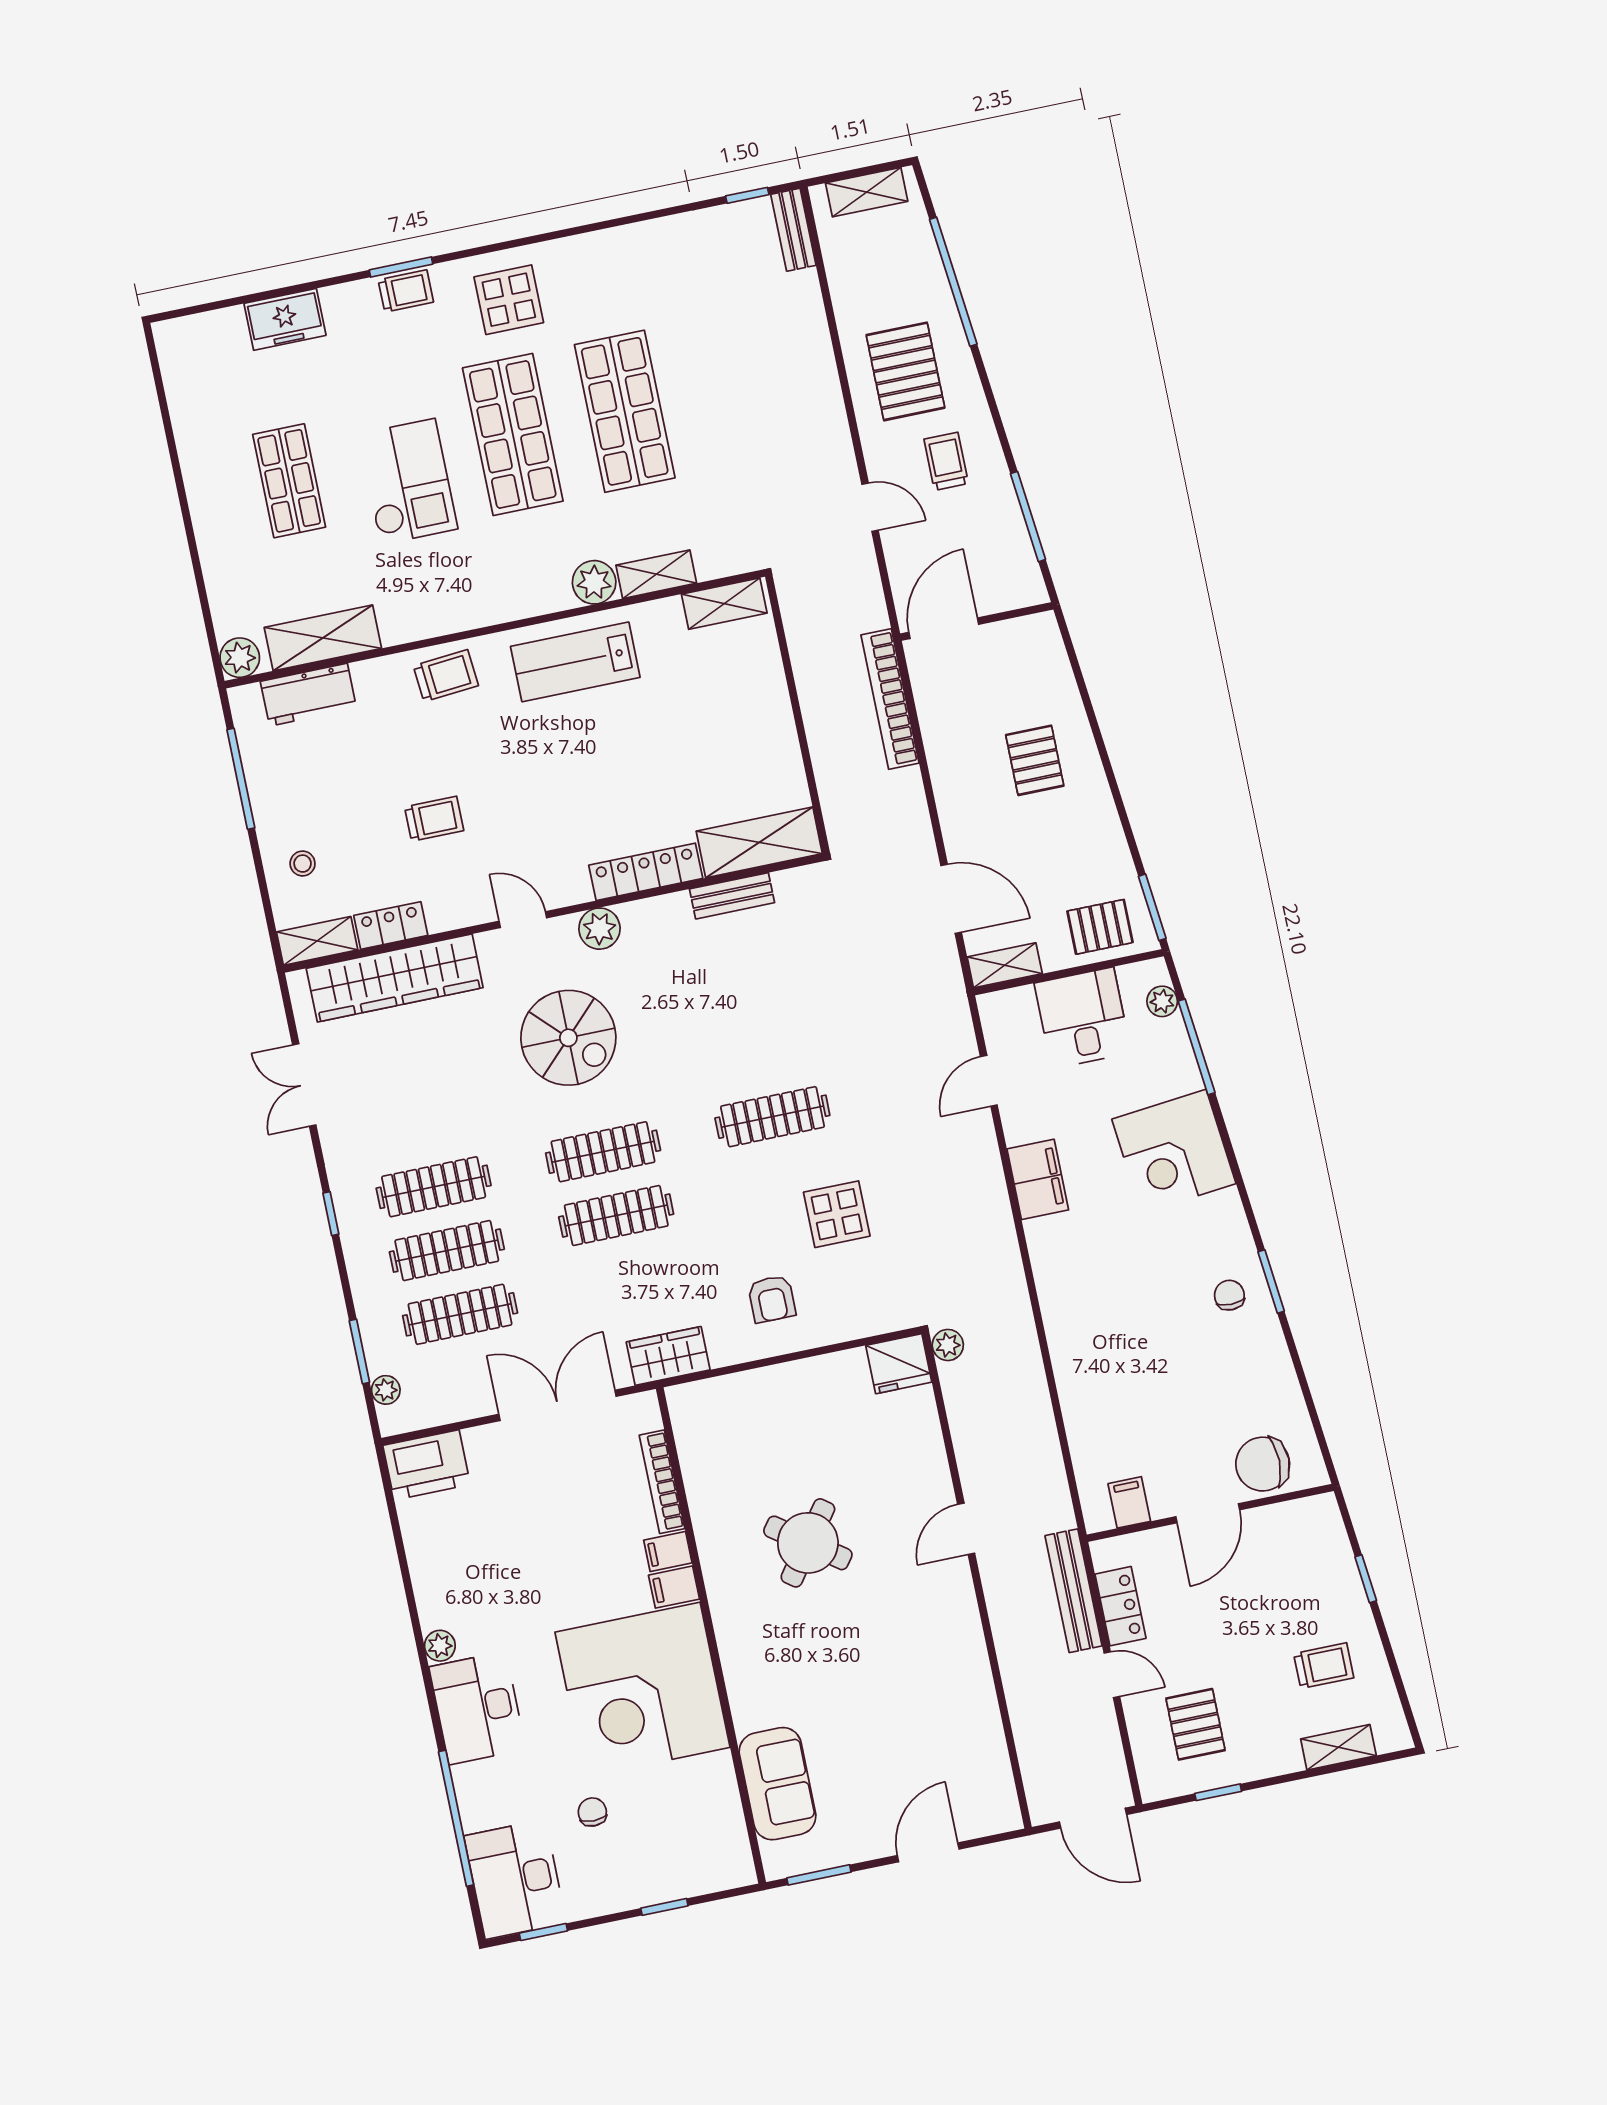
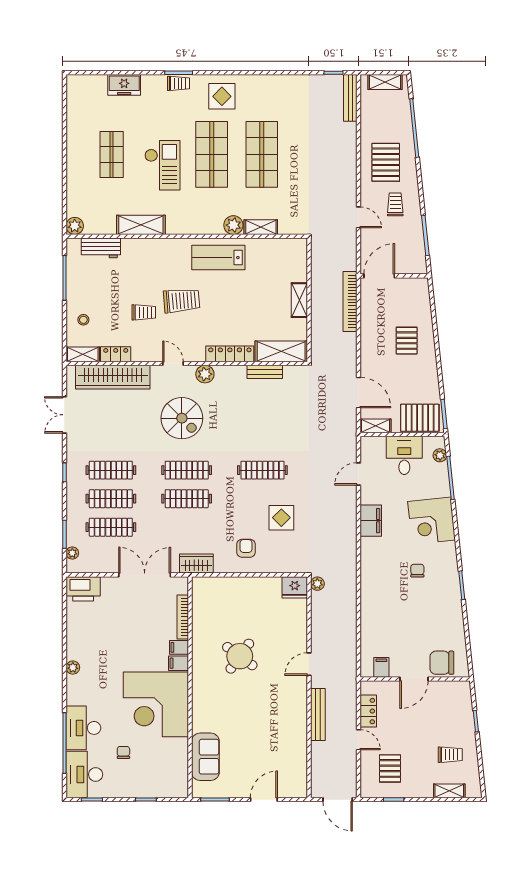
bench: (793, 230) -> (350, 98), width x1.36
shelving: (724, 604) -> (299, 300), moved, turned 90
shelving: (323, 638) -> (141, 225), moved
trolley: (446, 676) -> (182, 301), moved, width x1.36, depth x1.39
pallet: (1100, 927) -> (420, 418), width x1.50, depth x1.42
chair: (1229, 1295) -> (417, 571), moved
armchair: (772, 1299) -> (246, 548), turned 180
bench: (1074, 1591) -> (318, 714), moved
desk: (477, 1708) -> (83, 728), moved

